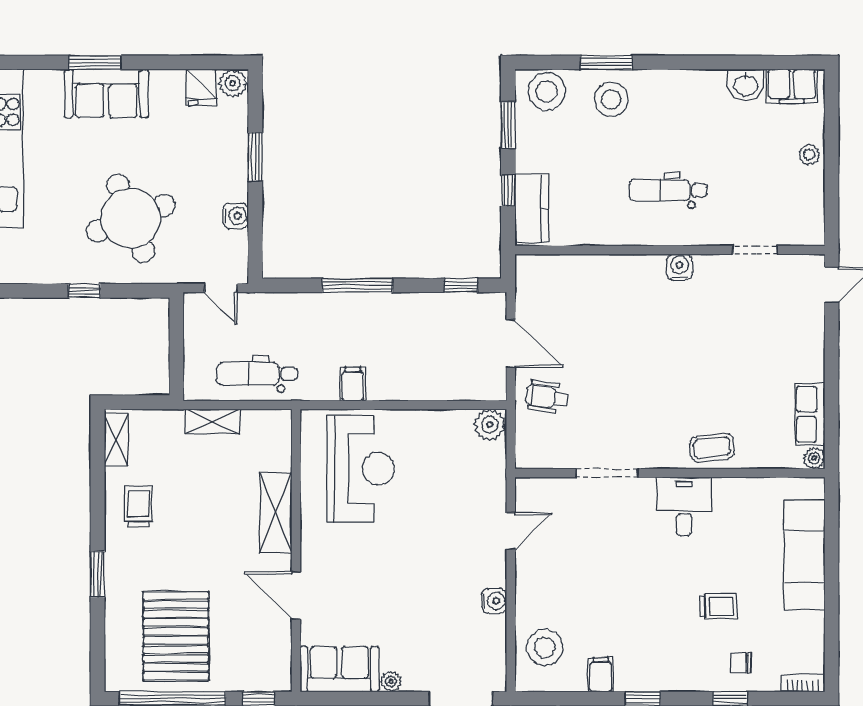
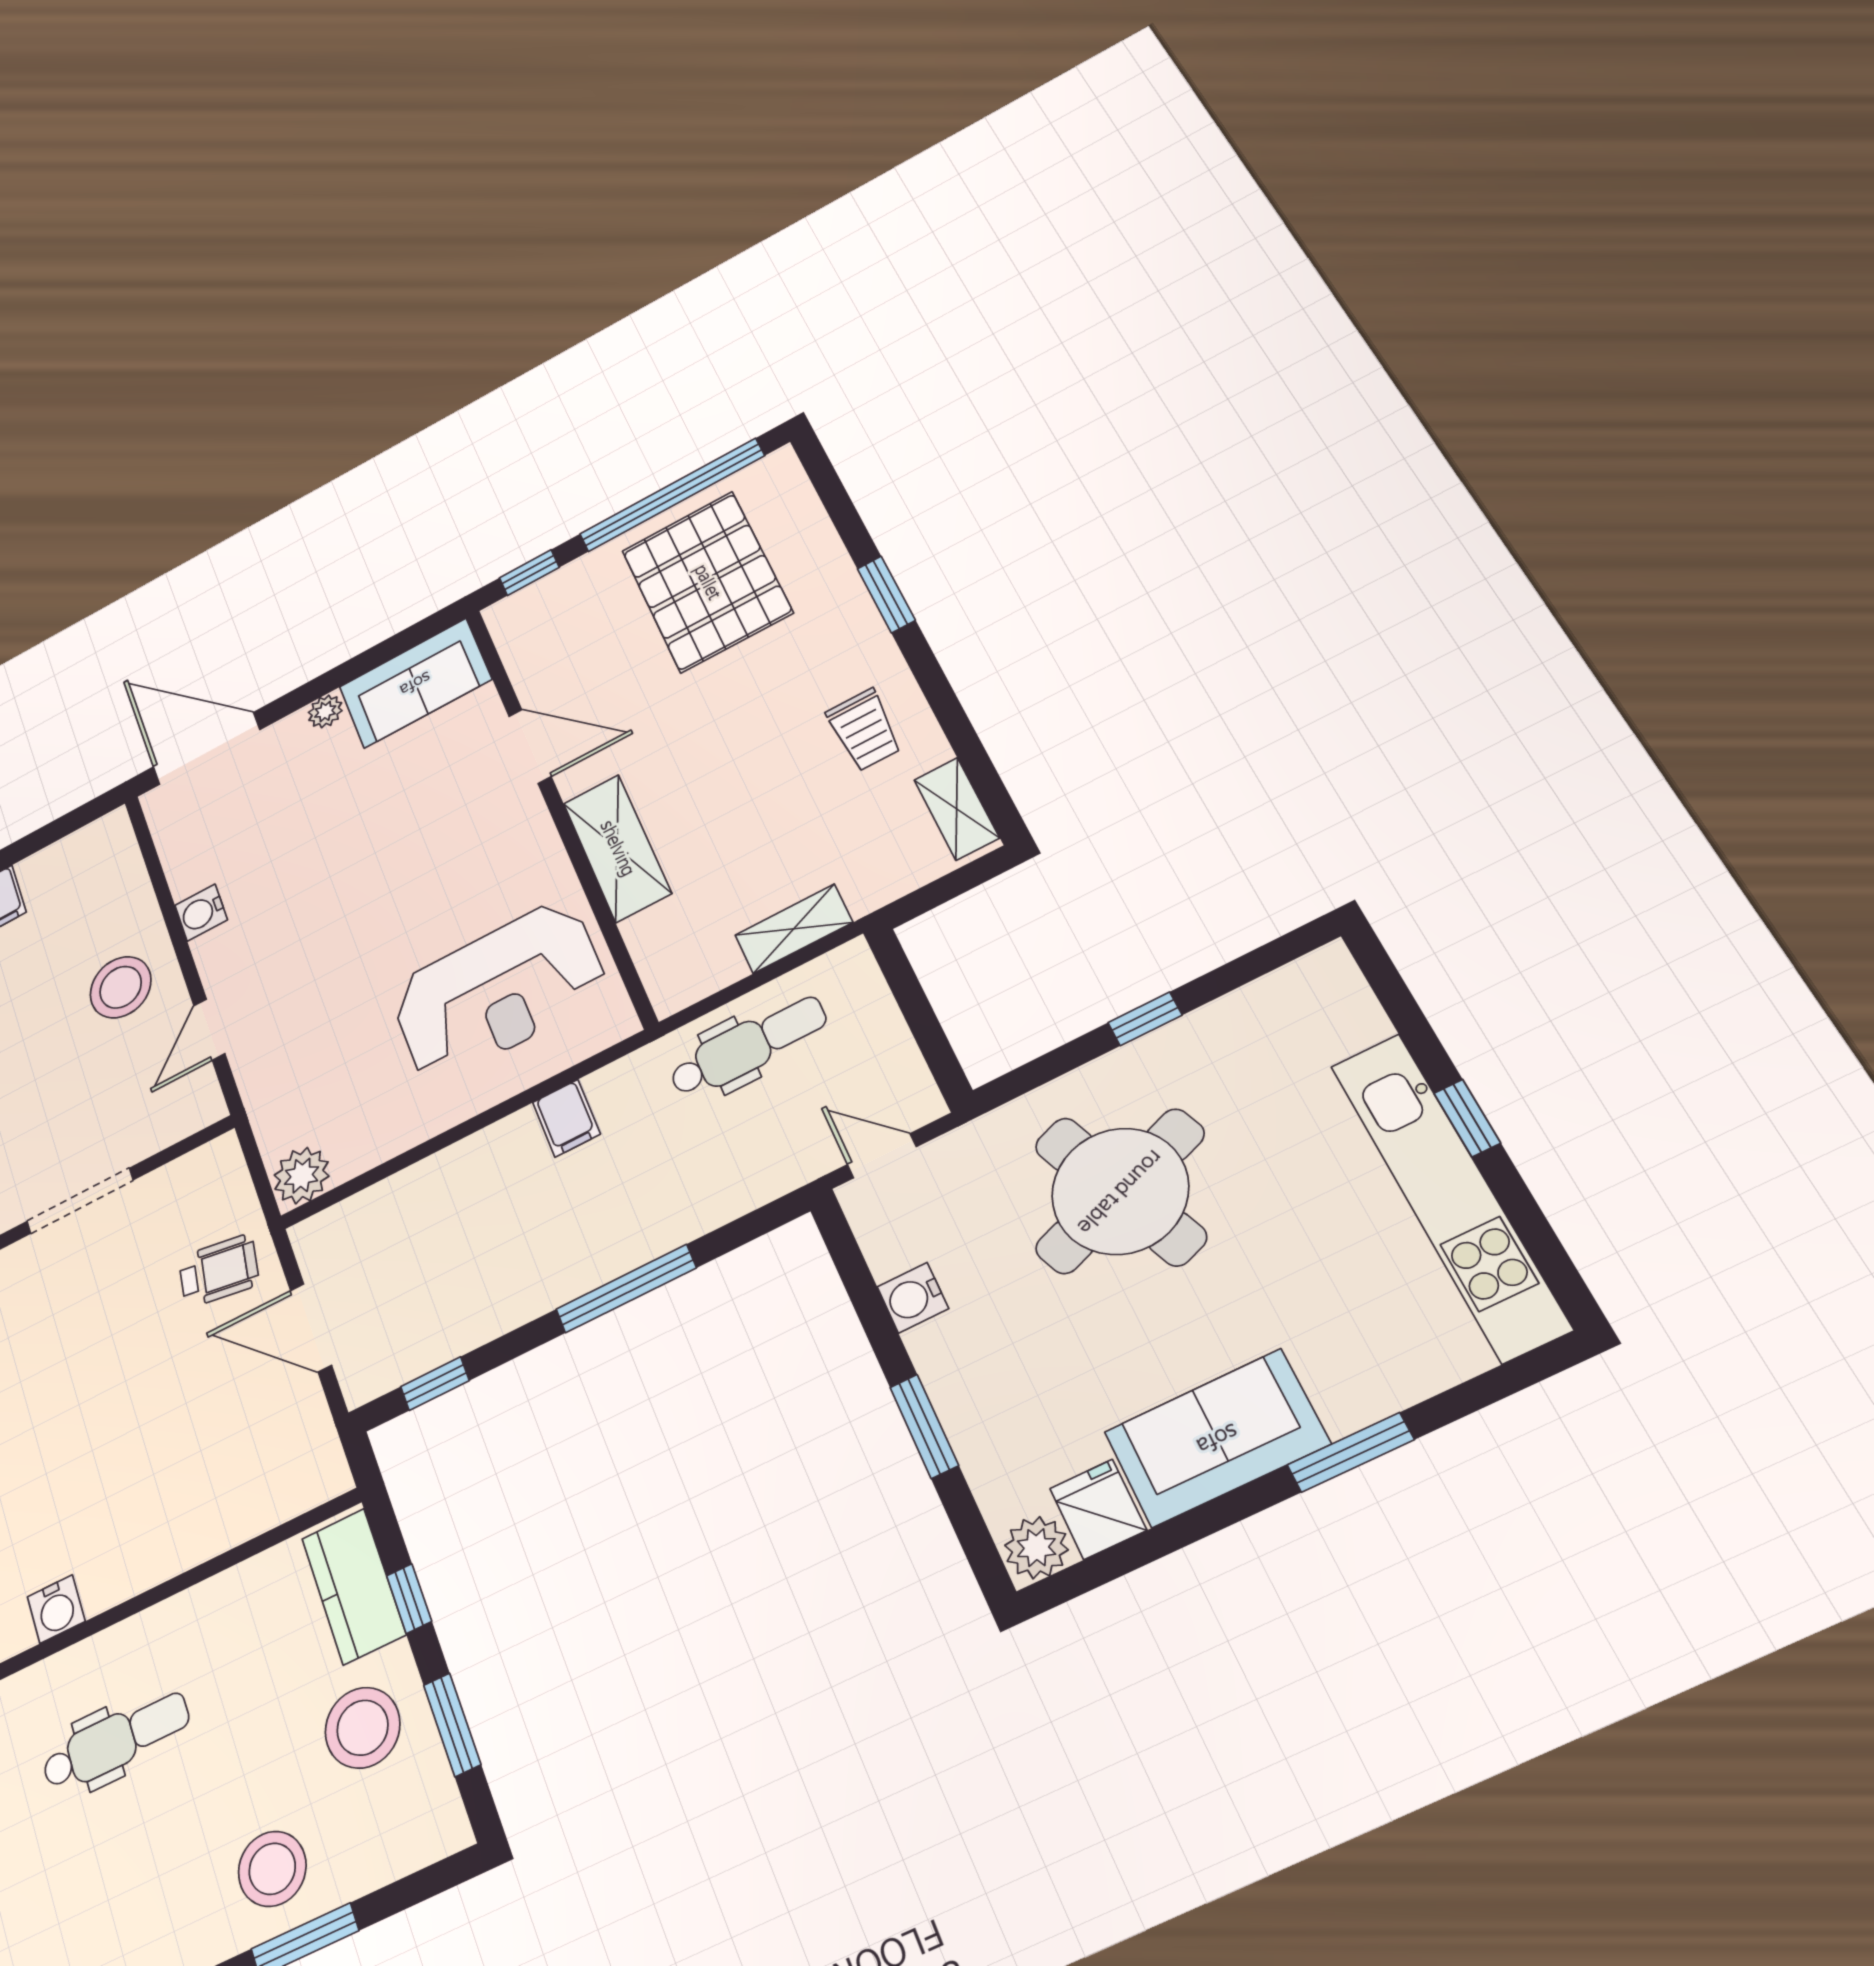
stool: (547, 91) -> (363, 1728), moved
sofa: (106, 93) -> (1217, 1438), moved
reception desk: (361, 469) -> (498, 991), turned -90
stool: (545, 647) -> (121, 987), moved

